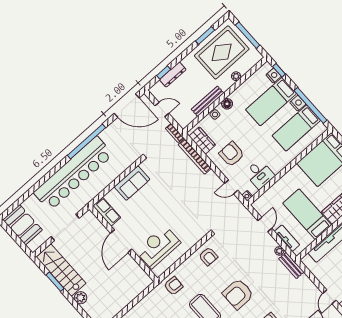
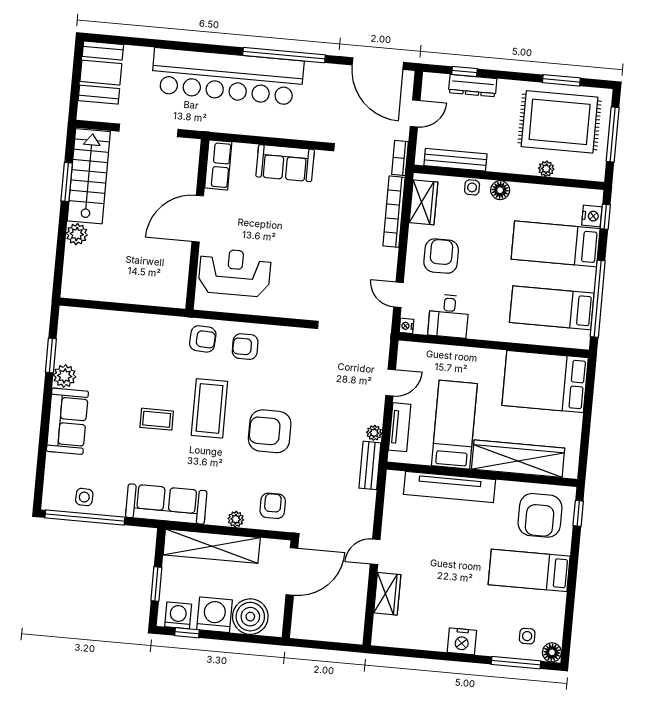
bench: (208, 101) -> (455, 160), moved
nightstand: (298, 103) -> (585, 280), removed
door: (162, 109) -> (415, 113), hinge flipped
armchair: (208, 256) -> (245, 347), moved, turned 90

